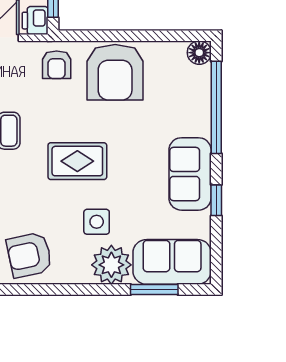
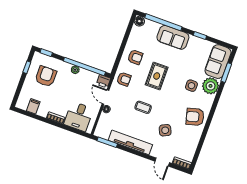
armchair: (115, 72) -> (135, 57), width x0.53, depth x0.53
rug: (77, 161) -> (157, 76), moved
sofa: (190, 174) -> (173, 37), moved
armchair: (29, 255) -> (195, 117), turned 87

